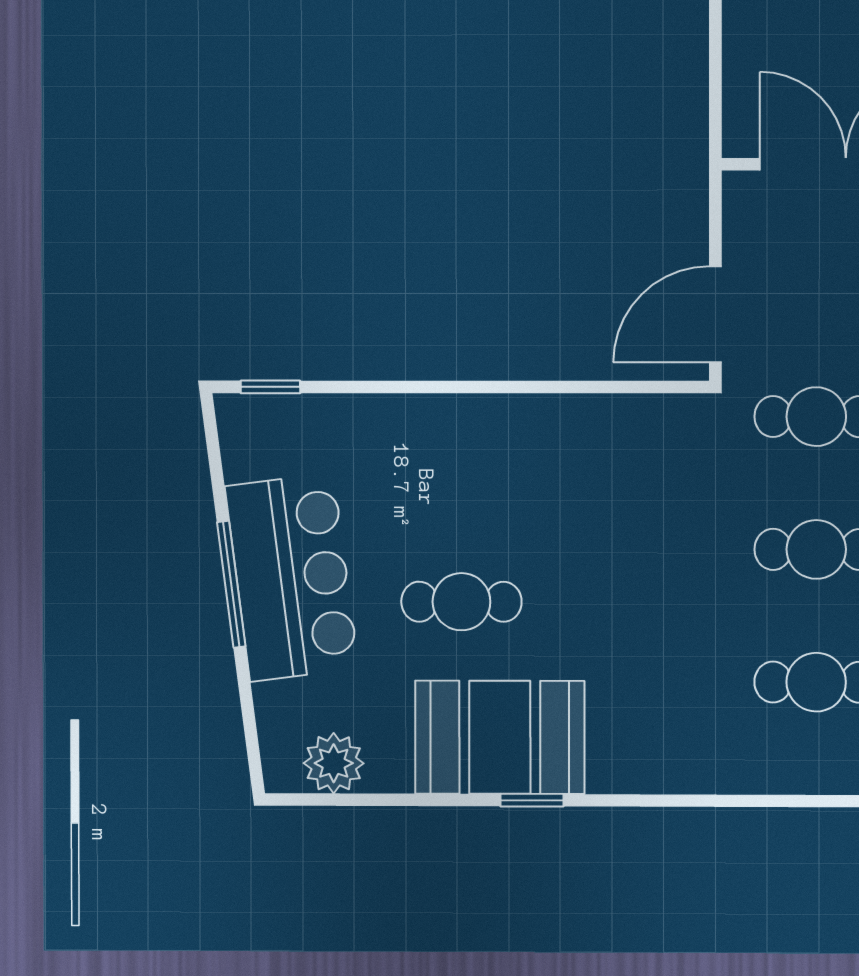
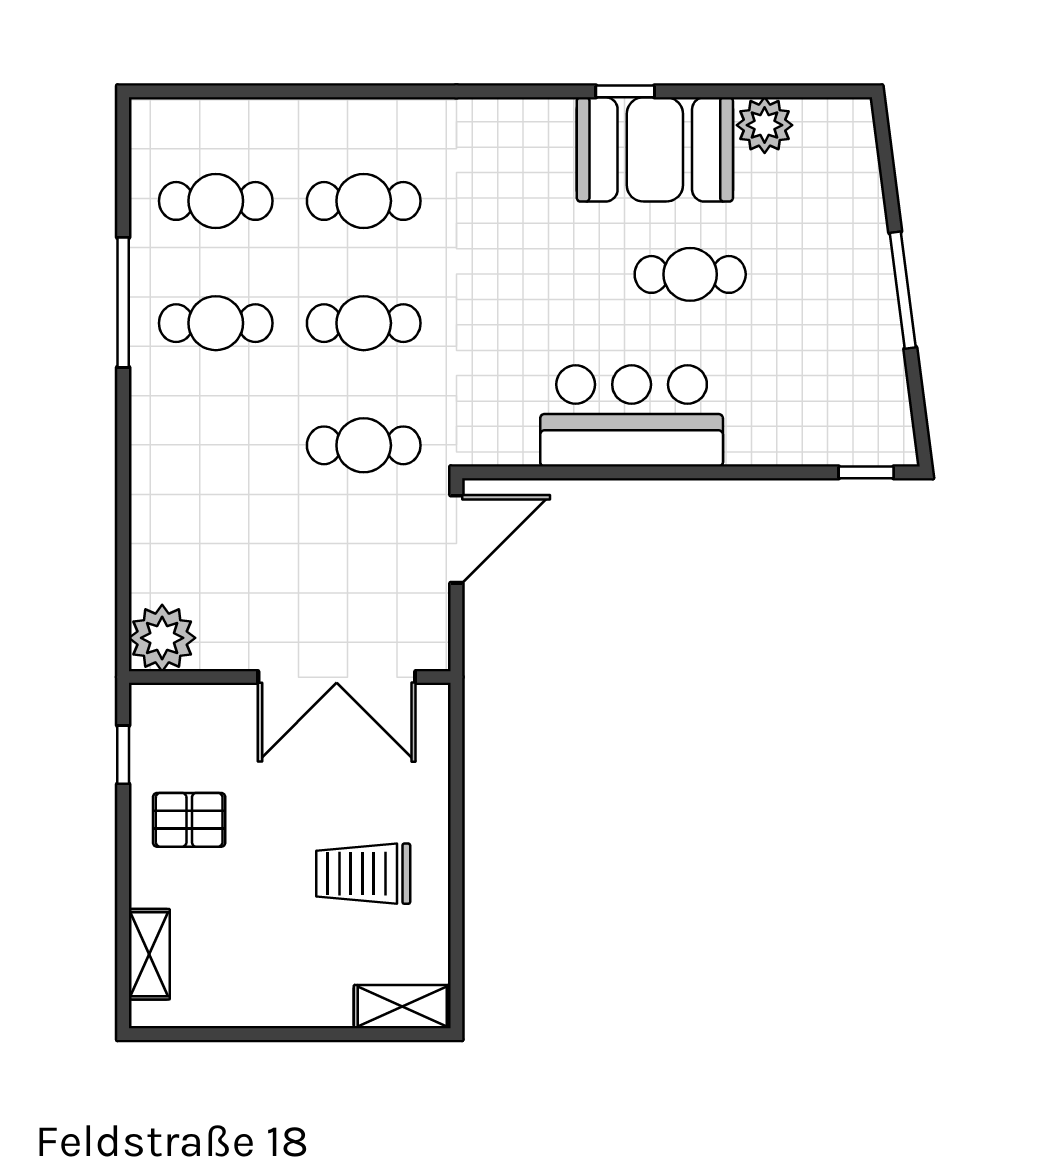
bar counter: (292, 577) -> (632, 416), moved, turned 97
plant: (334, 763) -> (765, 125), moved

